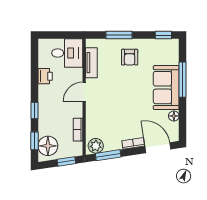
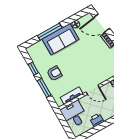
window: (163, 35) -> (33, 69), moved
door: (158, 148) -> (102, 23), hinge flipped

